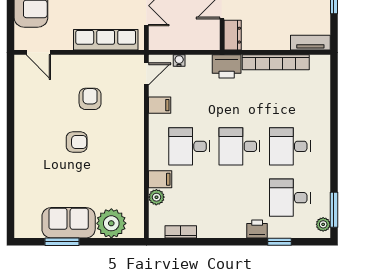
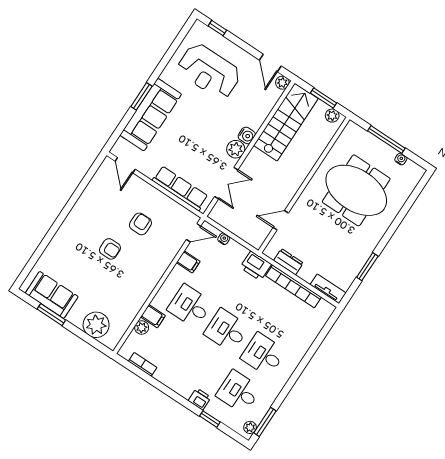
dresser: (233, 35) -> (288, 262), moved, turned -90
sofa: (69, 223) -> (52, 295), moved

